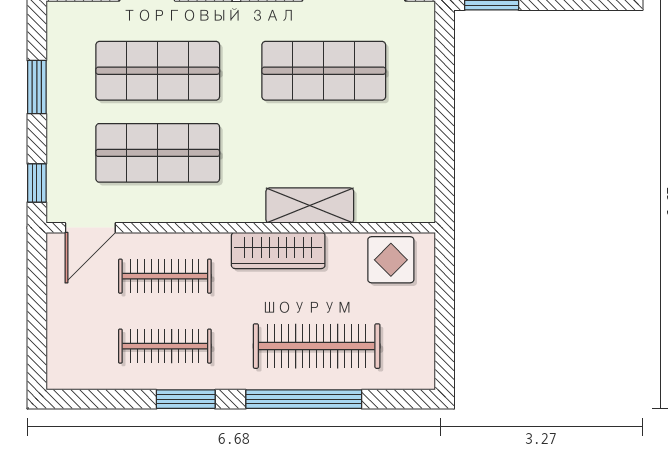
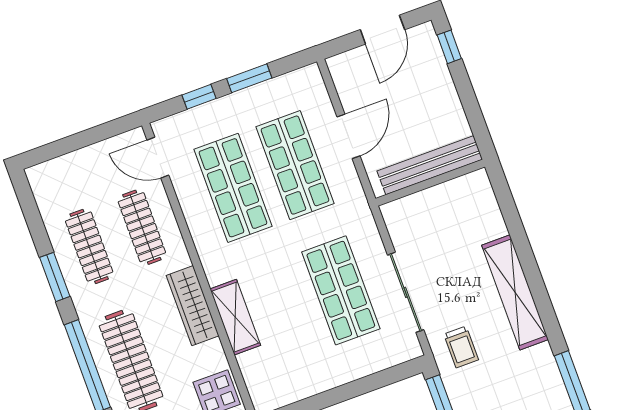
window: (37, 183) -> (199, 97), moved

